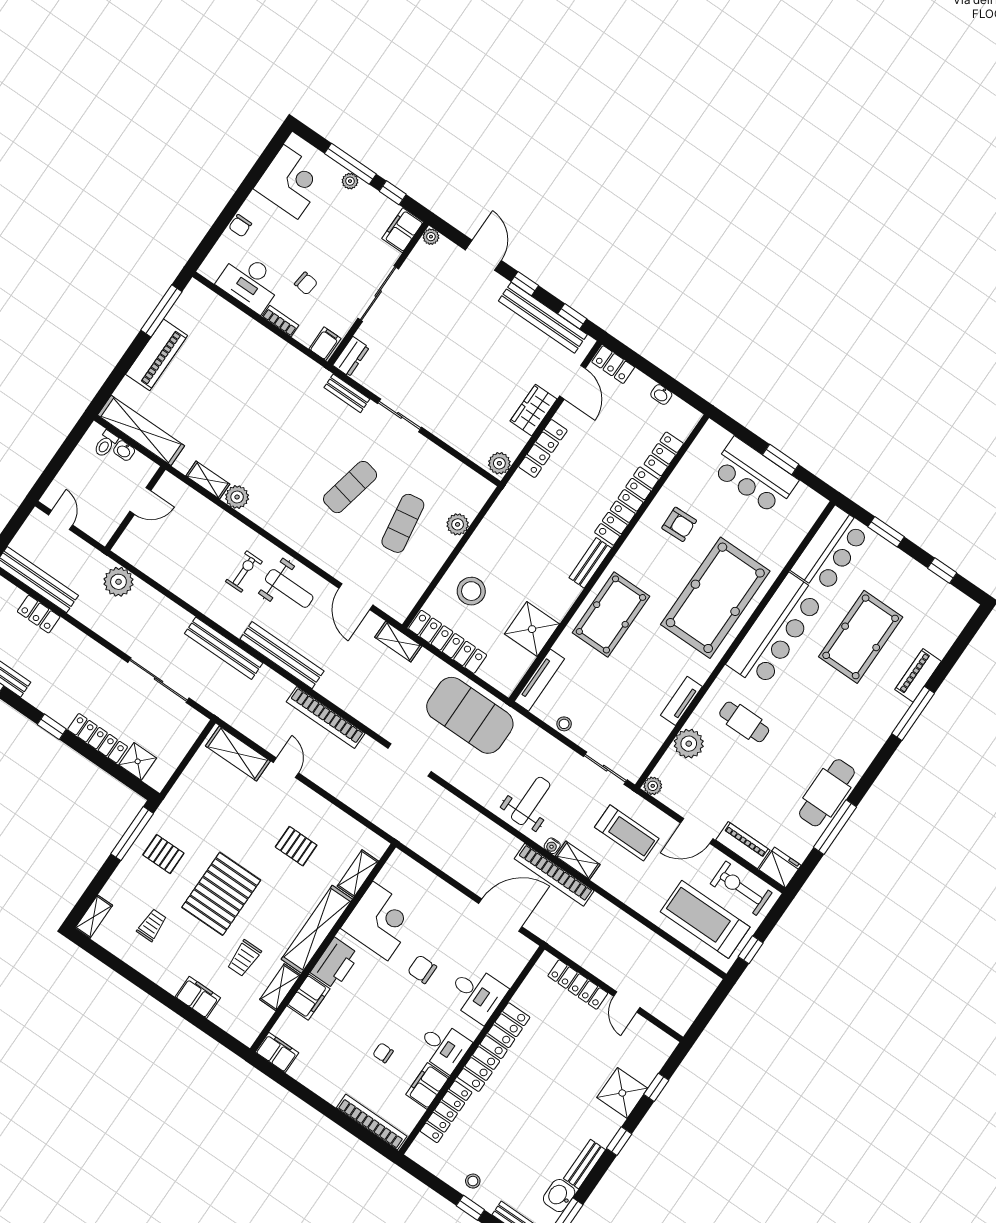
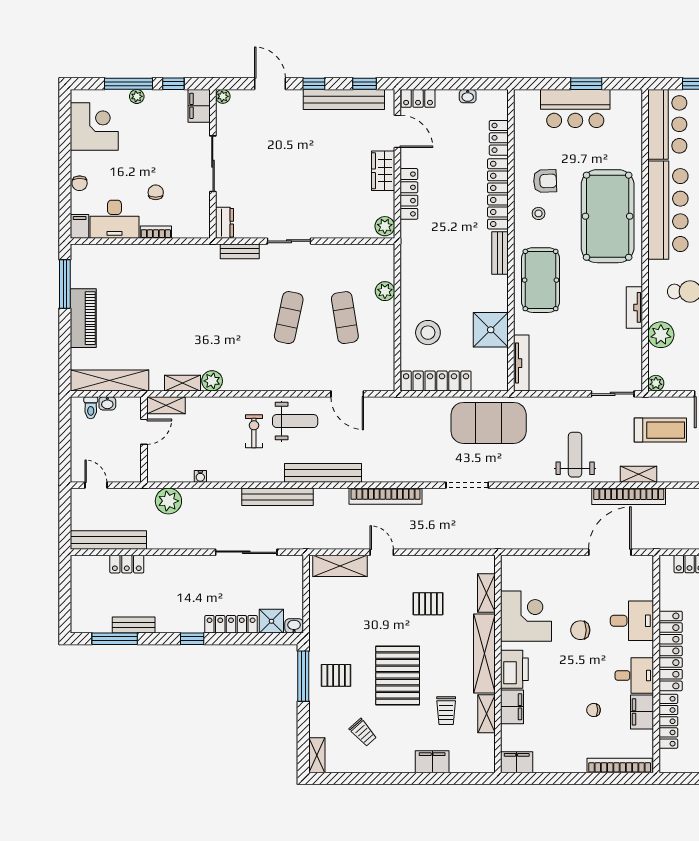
chair: (306, 283) -> (156, 192), turned -97
filing cabinet: (325, 344) -> (80, 226), moved
shelving: (398, 642) -> (166, 405), moved
stool: (564, 724) -> (539, 213), moved
washbasin: (156, 780) -> (294, 626), added
water cooler: (552, 846) -> (200, 476), moved
trolley: (152, 925) -> (363, 732), turned 138

